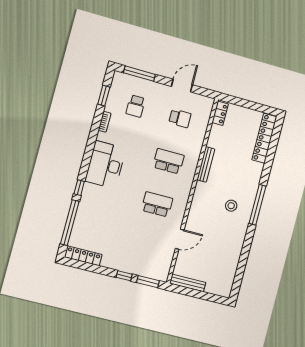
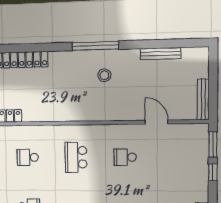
school desk: (180, 118) -> (28, 157), turned -90
bench: (206, 164) -> (160, 54), moved
school desk: (157, 204) -> (125, 157), width x0.54

